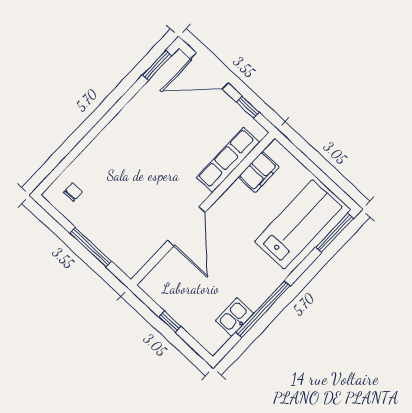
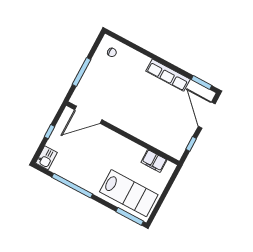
row of seats: (228, 160) -> (168, 75), moved, turned 180
door: (186, 226) -> (88, 115), moved
kitchen sink: (234, 317) -> (46, 158), moved, turned 90

